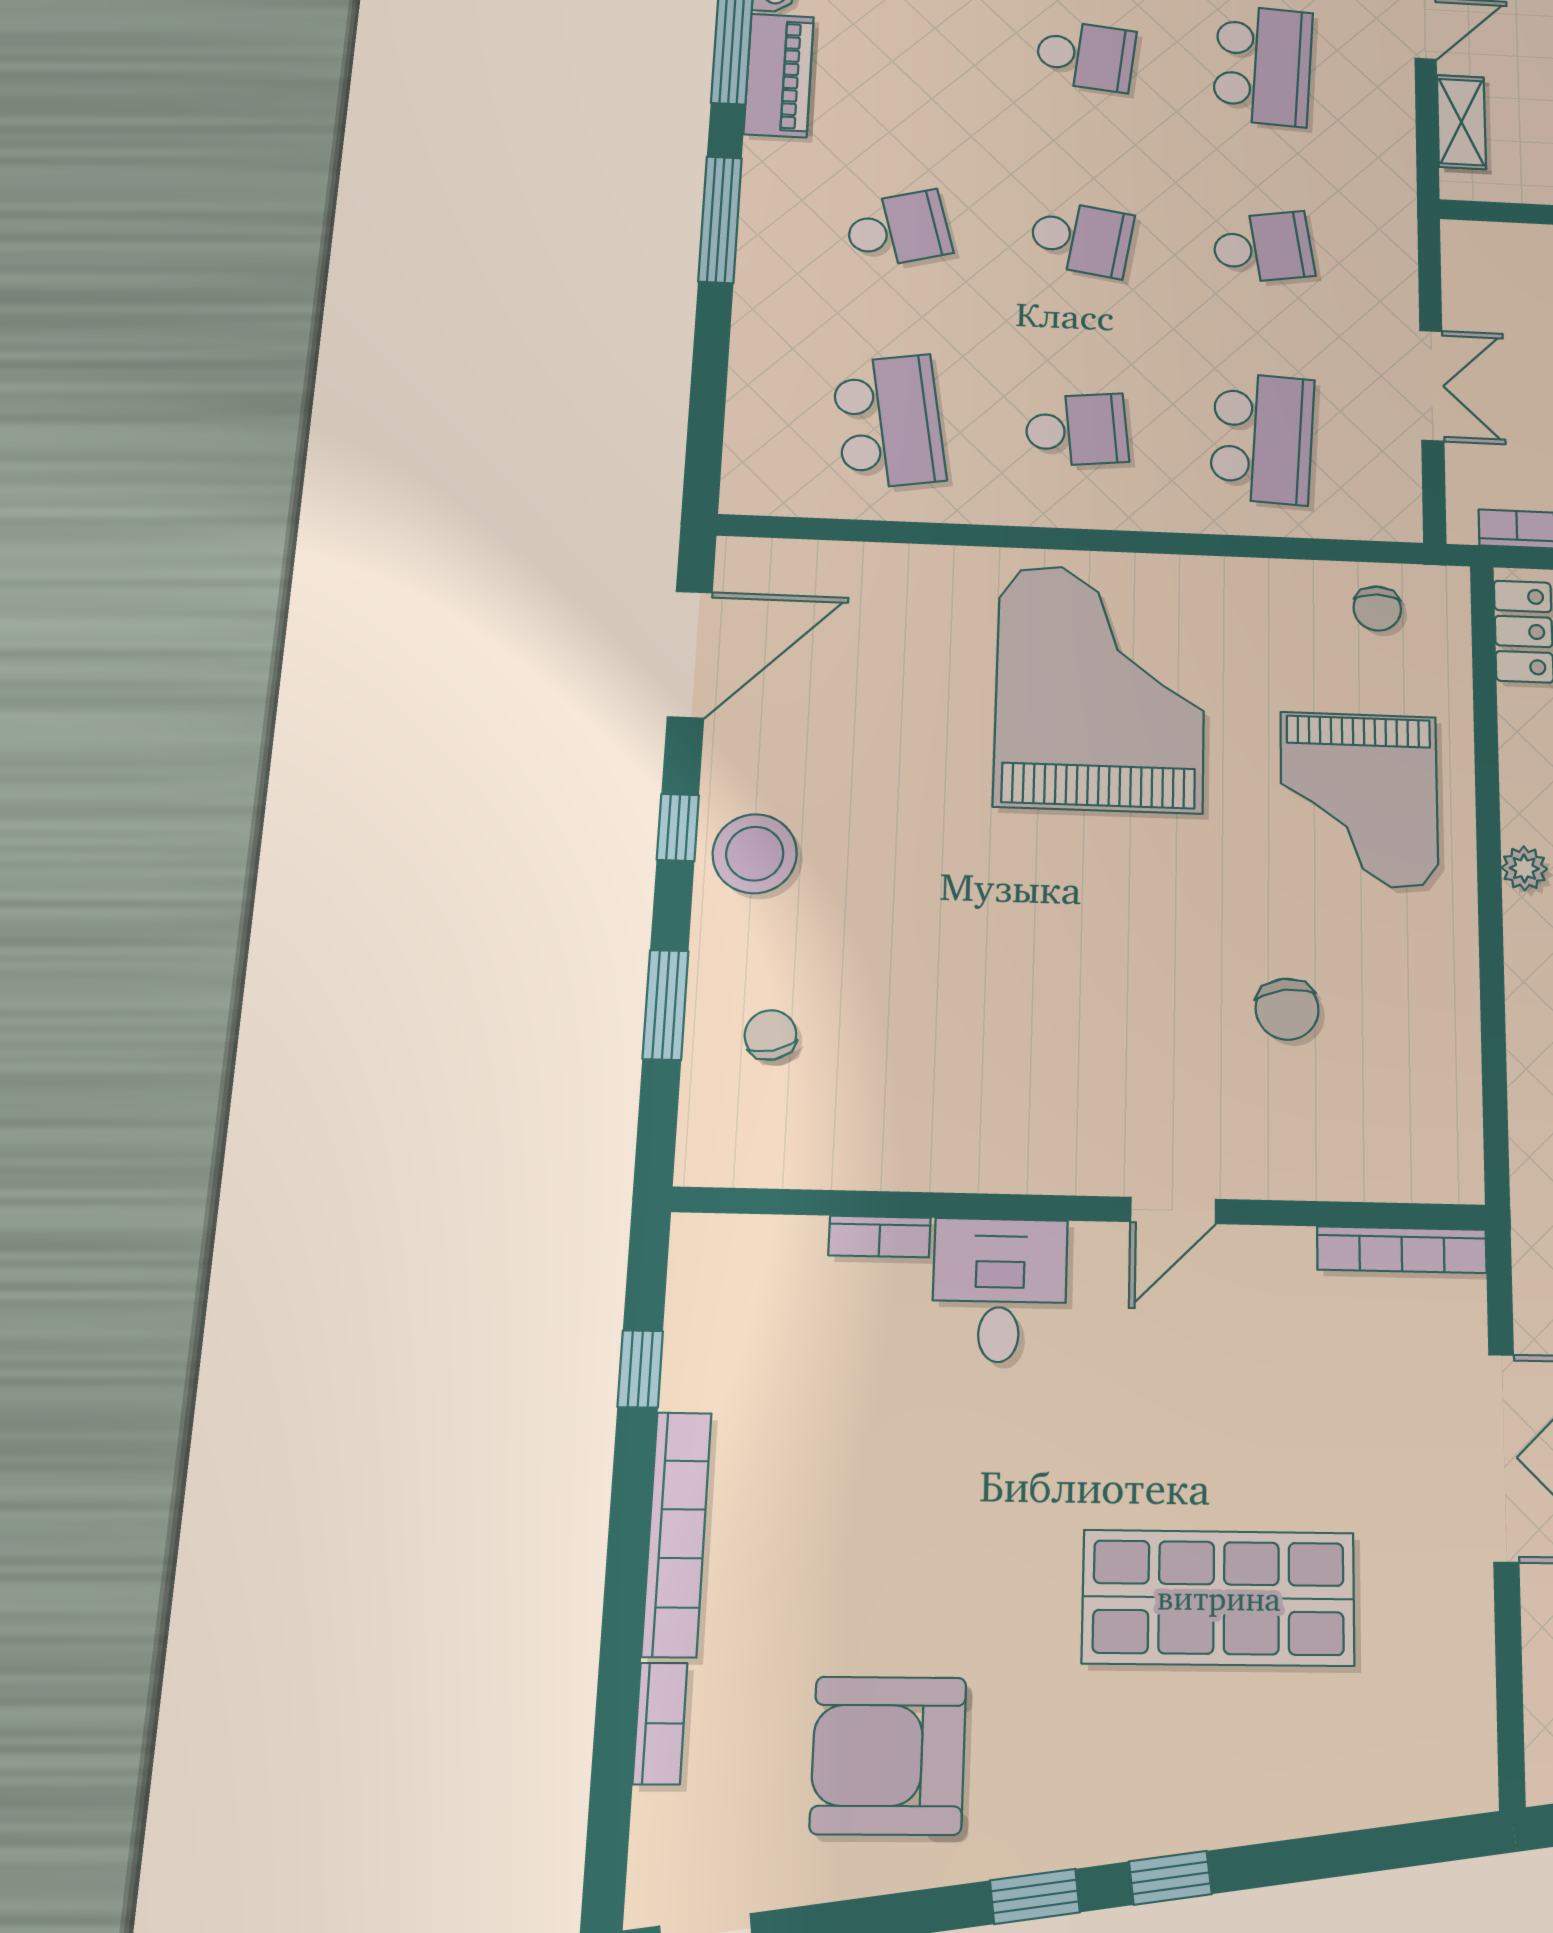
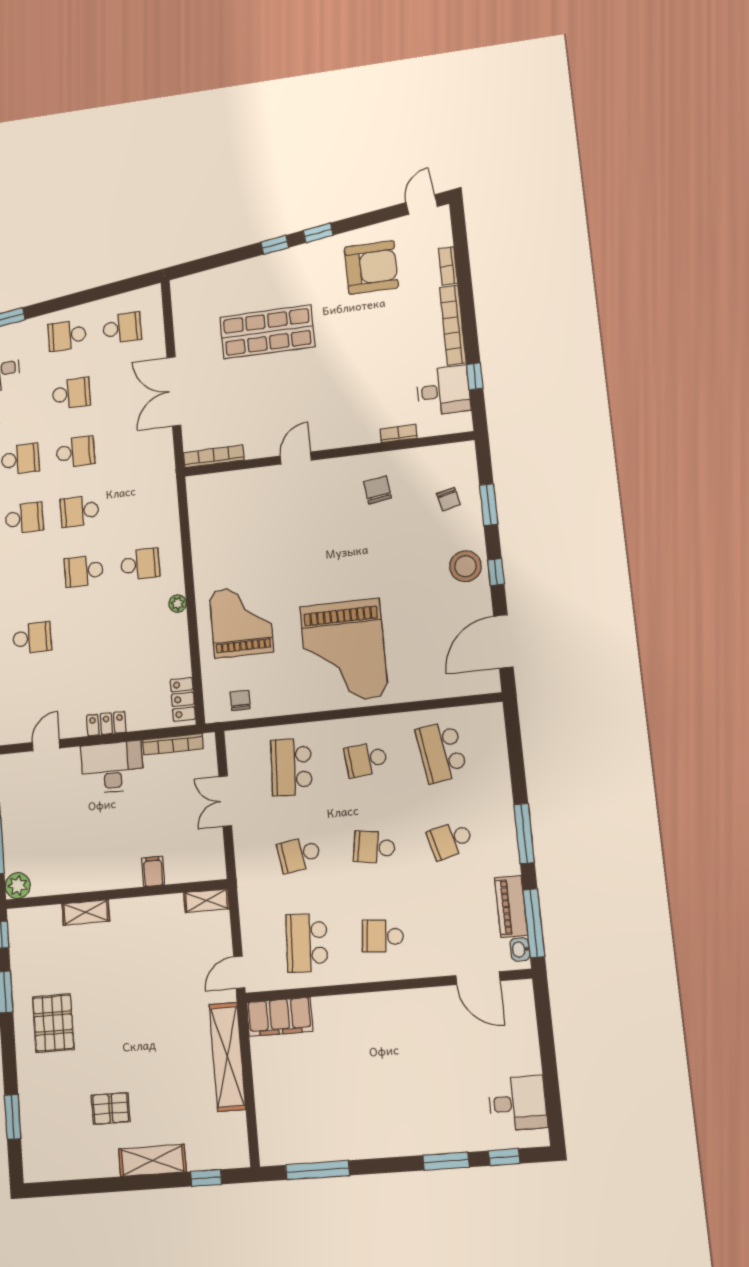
shelving: (1461, 122) -> (207, 901), moved, turned 90
chair: (1287, 1009) -> (377, 490), moved
desk: (1000, 1290) -> (443, 391), moved, turned -90

